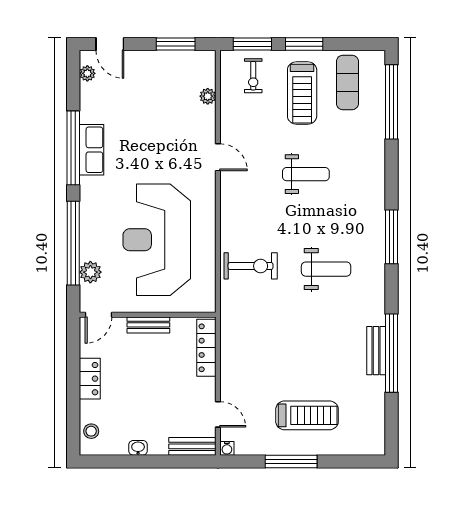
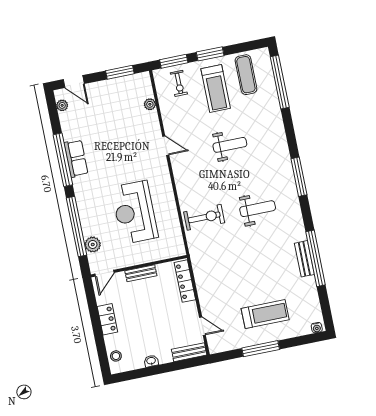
reception desk: (157, 240) -> (135, 212), width x0.74, depth x0.77
water cooler: (227, 448) -> (317, 328), moved

